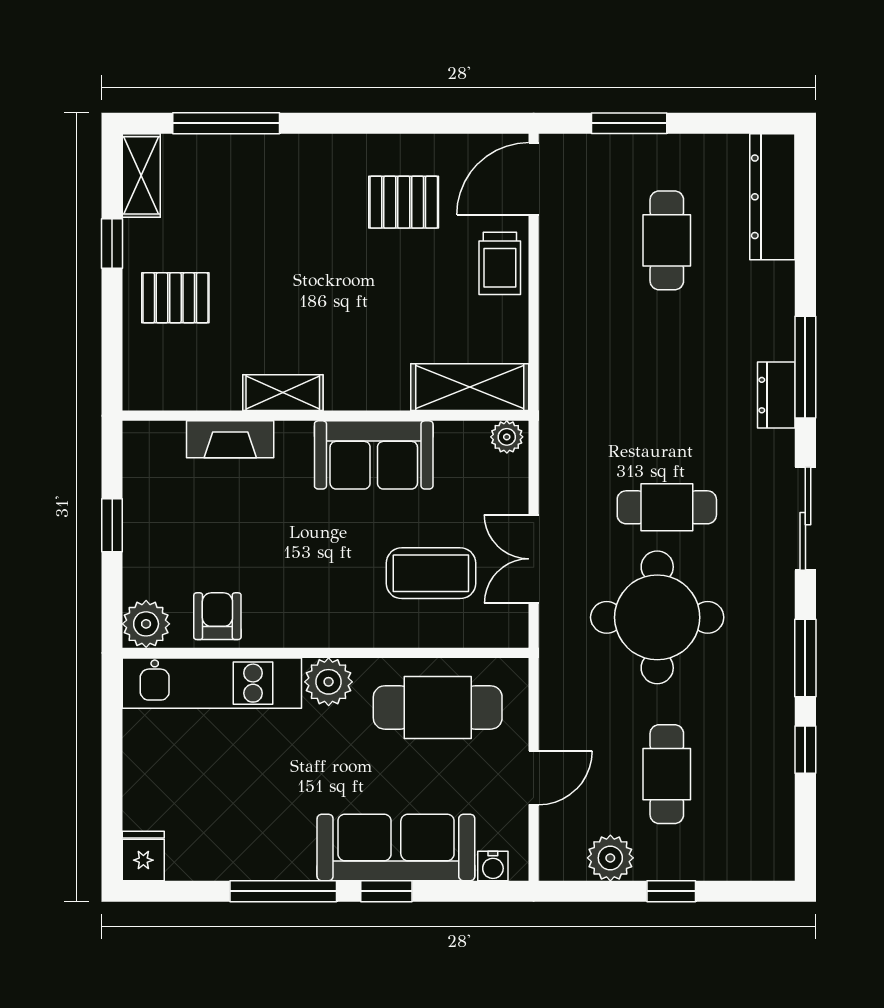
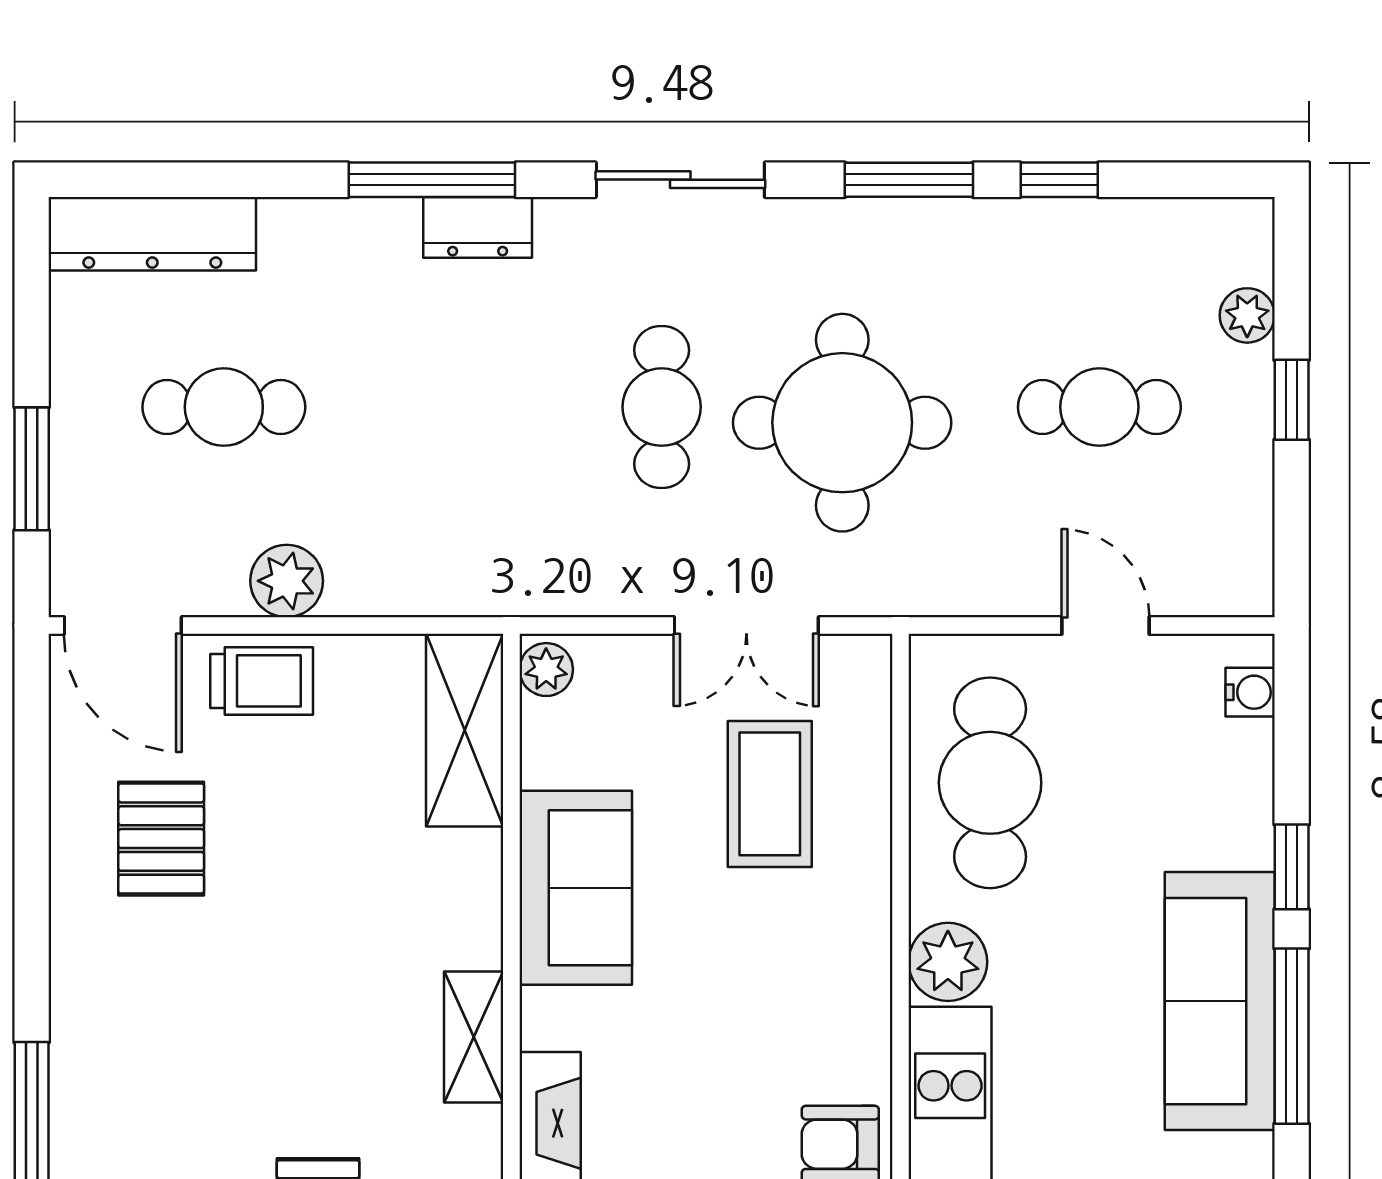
plant: (561, 279) -> (287, 581), added
sofa: (396, 847) -> (1220, 1001), moved
plant: (610, 858) -> (1247, 315), moved, width x0.73, depth x0.73

